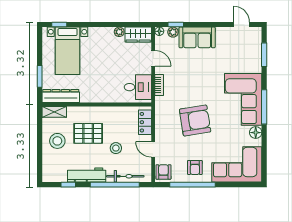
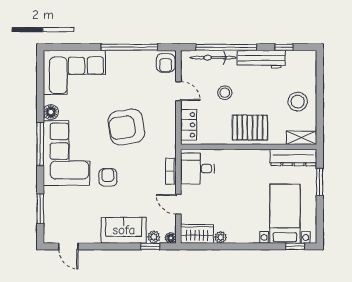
pallet: (88, 133) -> (250, 128), moved
armchair: (195, 167) -> (108, 177), moved

